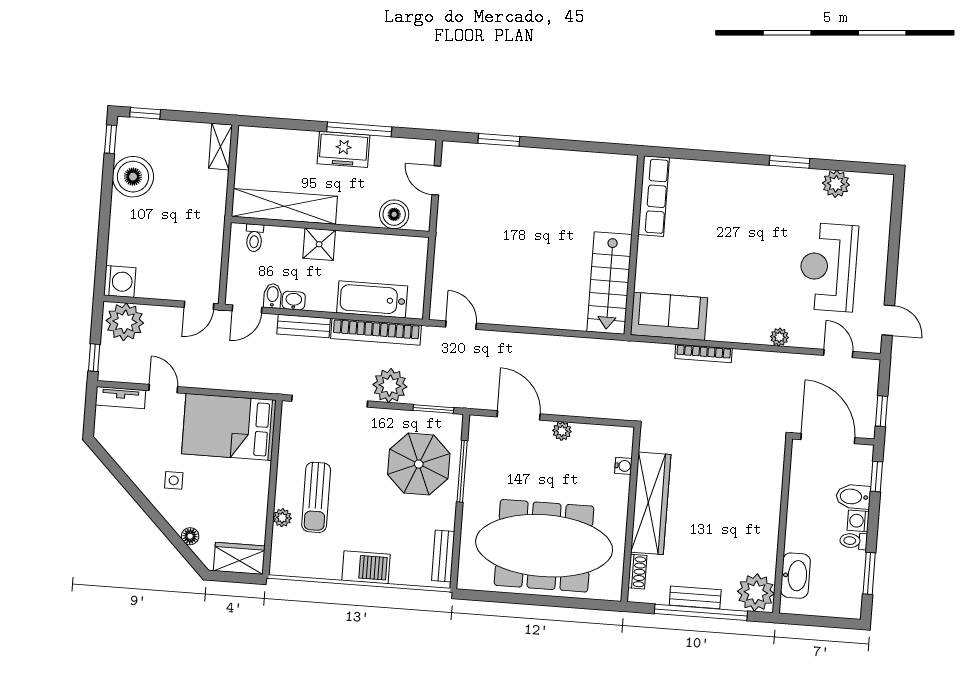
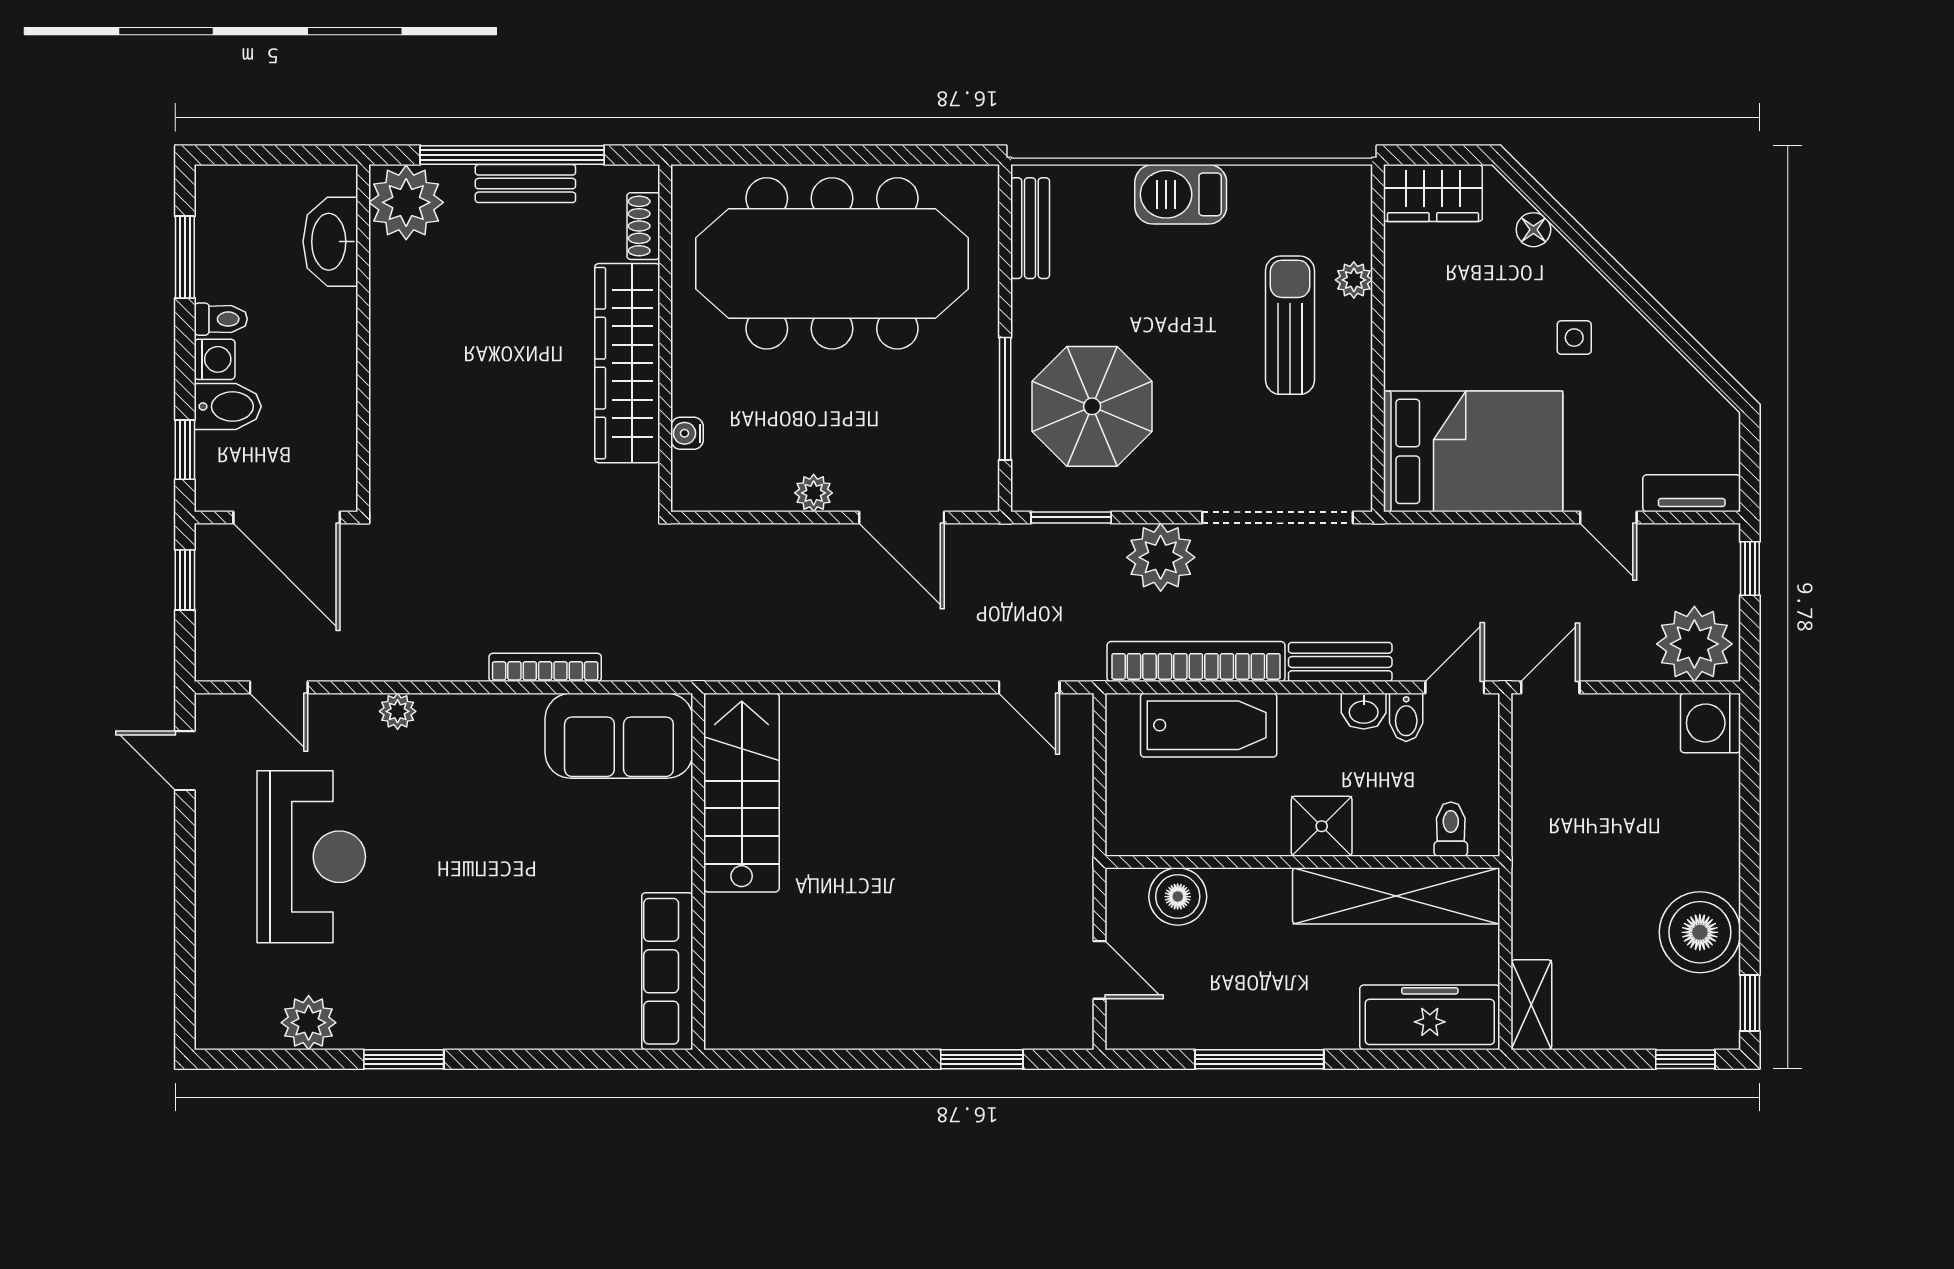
freezer: (343, 149) -> (1430, 1017), moved, width x1.40

